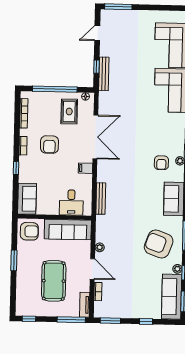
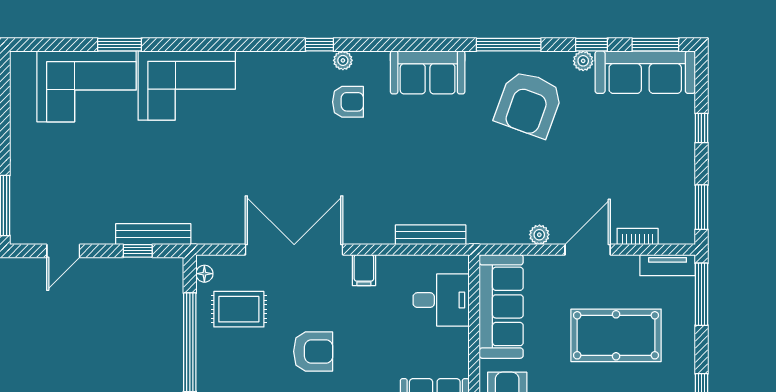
door: (97, 33) -> (63, 251), hinge flipped

